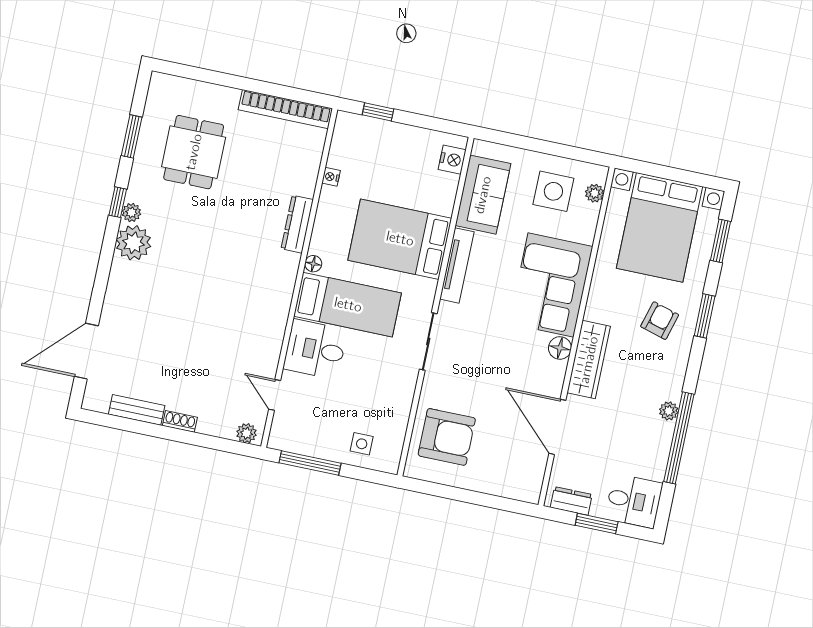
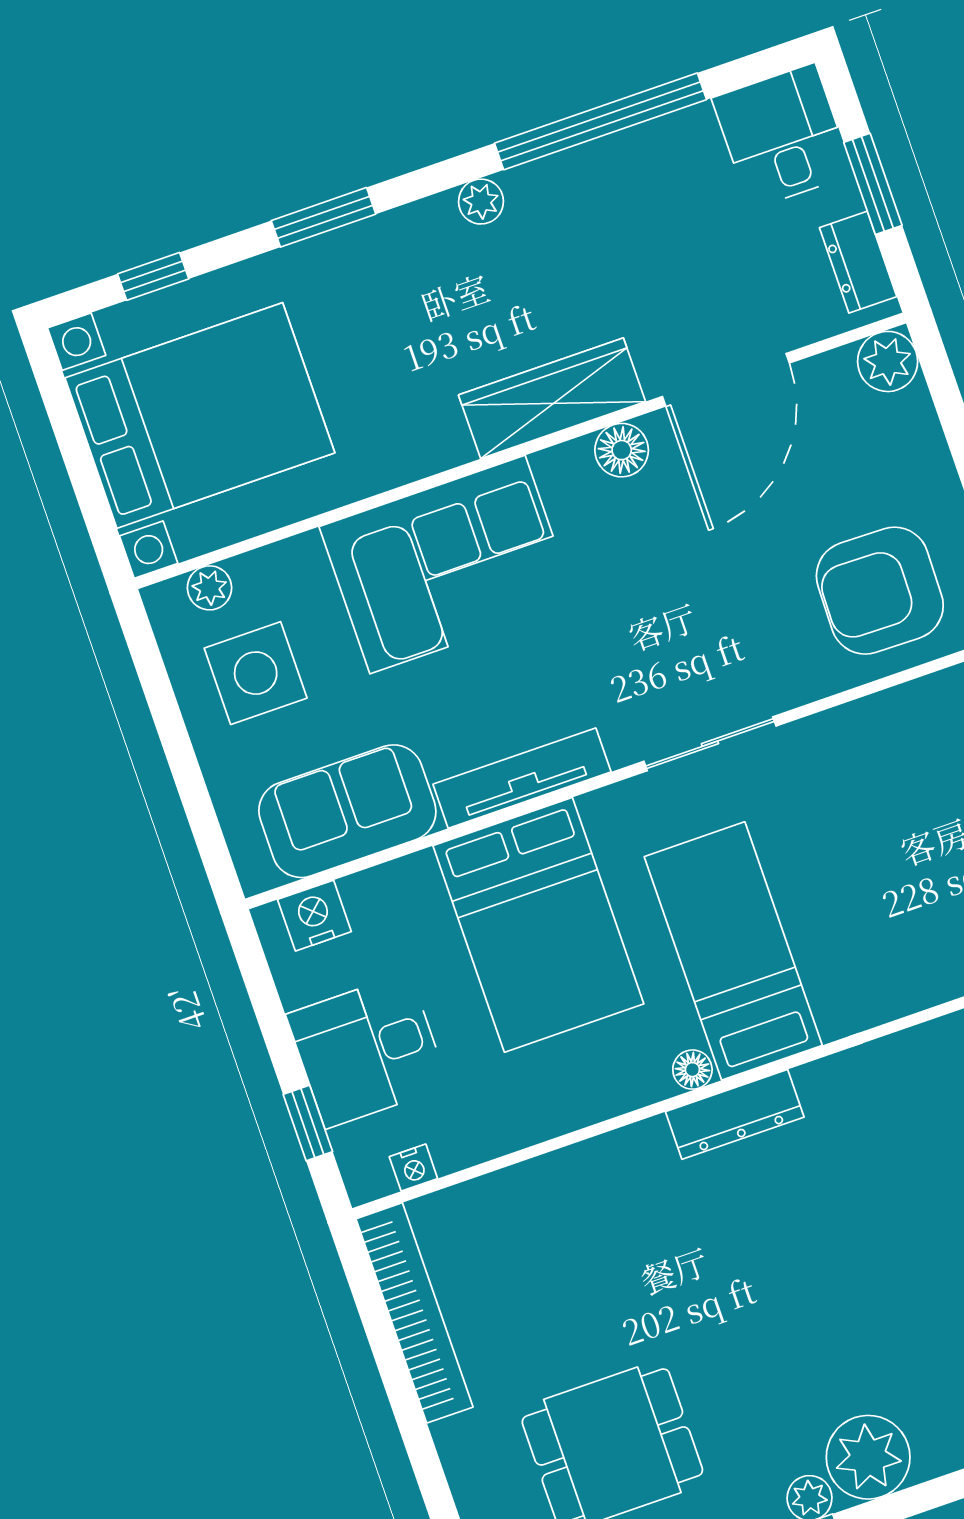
nightstand: (331, 177) -> (413, 1168), moved
dresser: (297, 224) -> (735, 1114), moved
window: (720, 241) -> (153, 276), width x0.67
armchair: (660, 321) -> (388, 302), removed
floor lamp: (560, 348) -> (622, 450), moved
desk: (315, 349) -> (367, 1050), moved, turned 90
plant: (669, 411) -> (481, 202), moved
armchair: (447, 437) -> (880, 591), turned -89
plant: (529, 490) -> (888, 361), added

